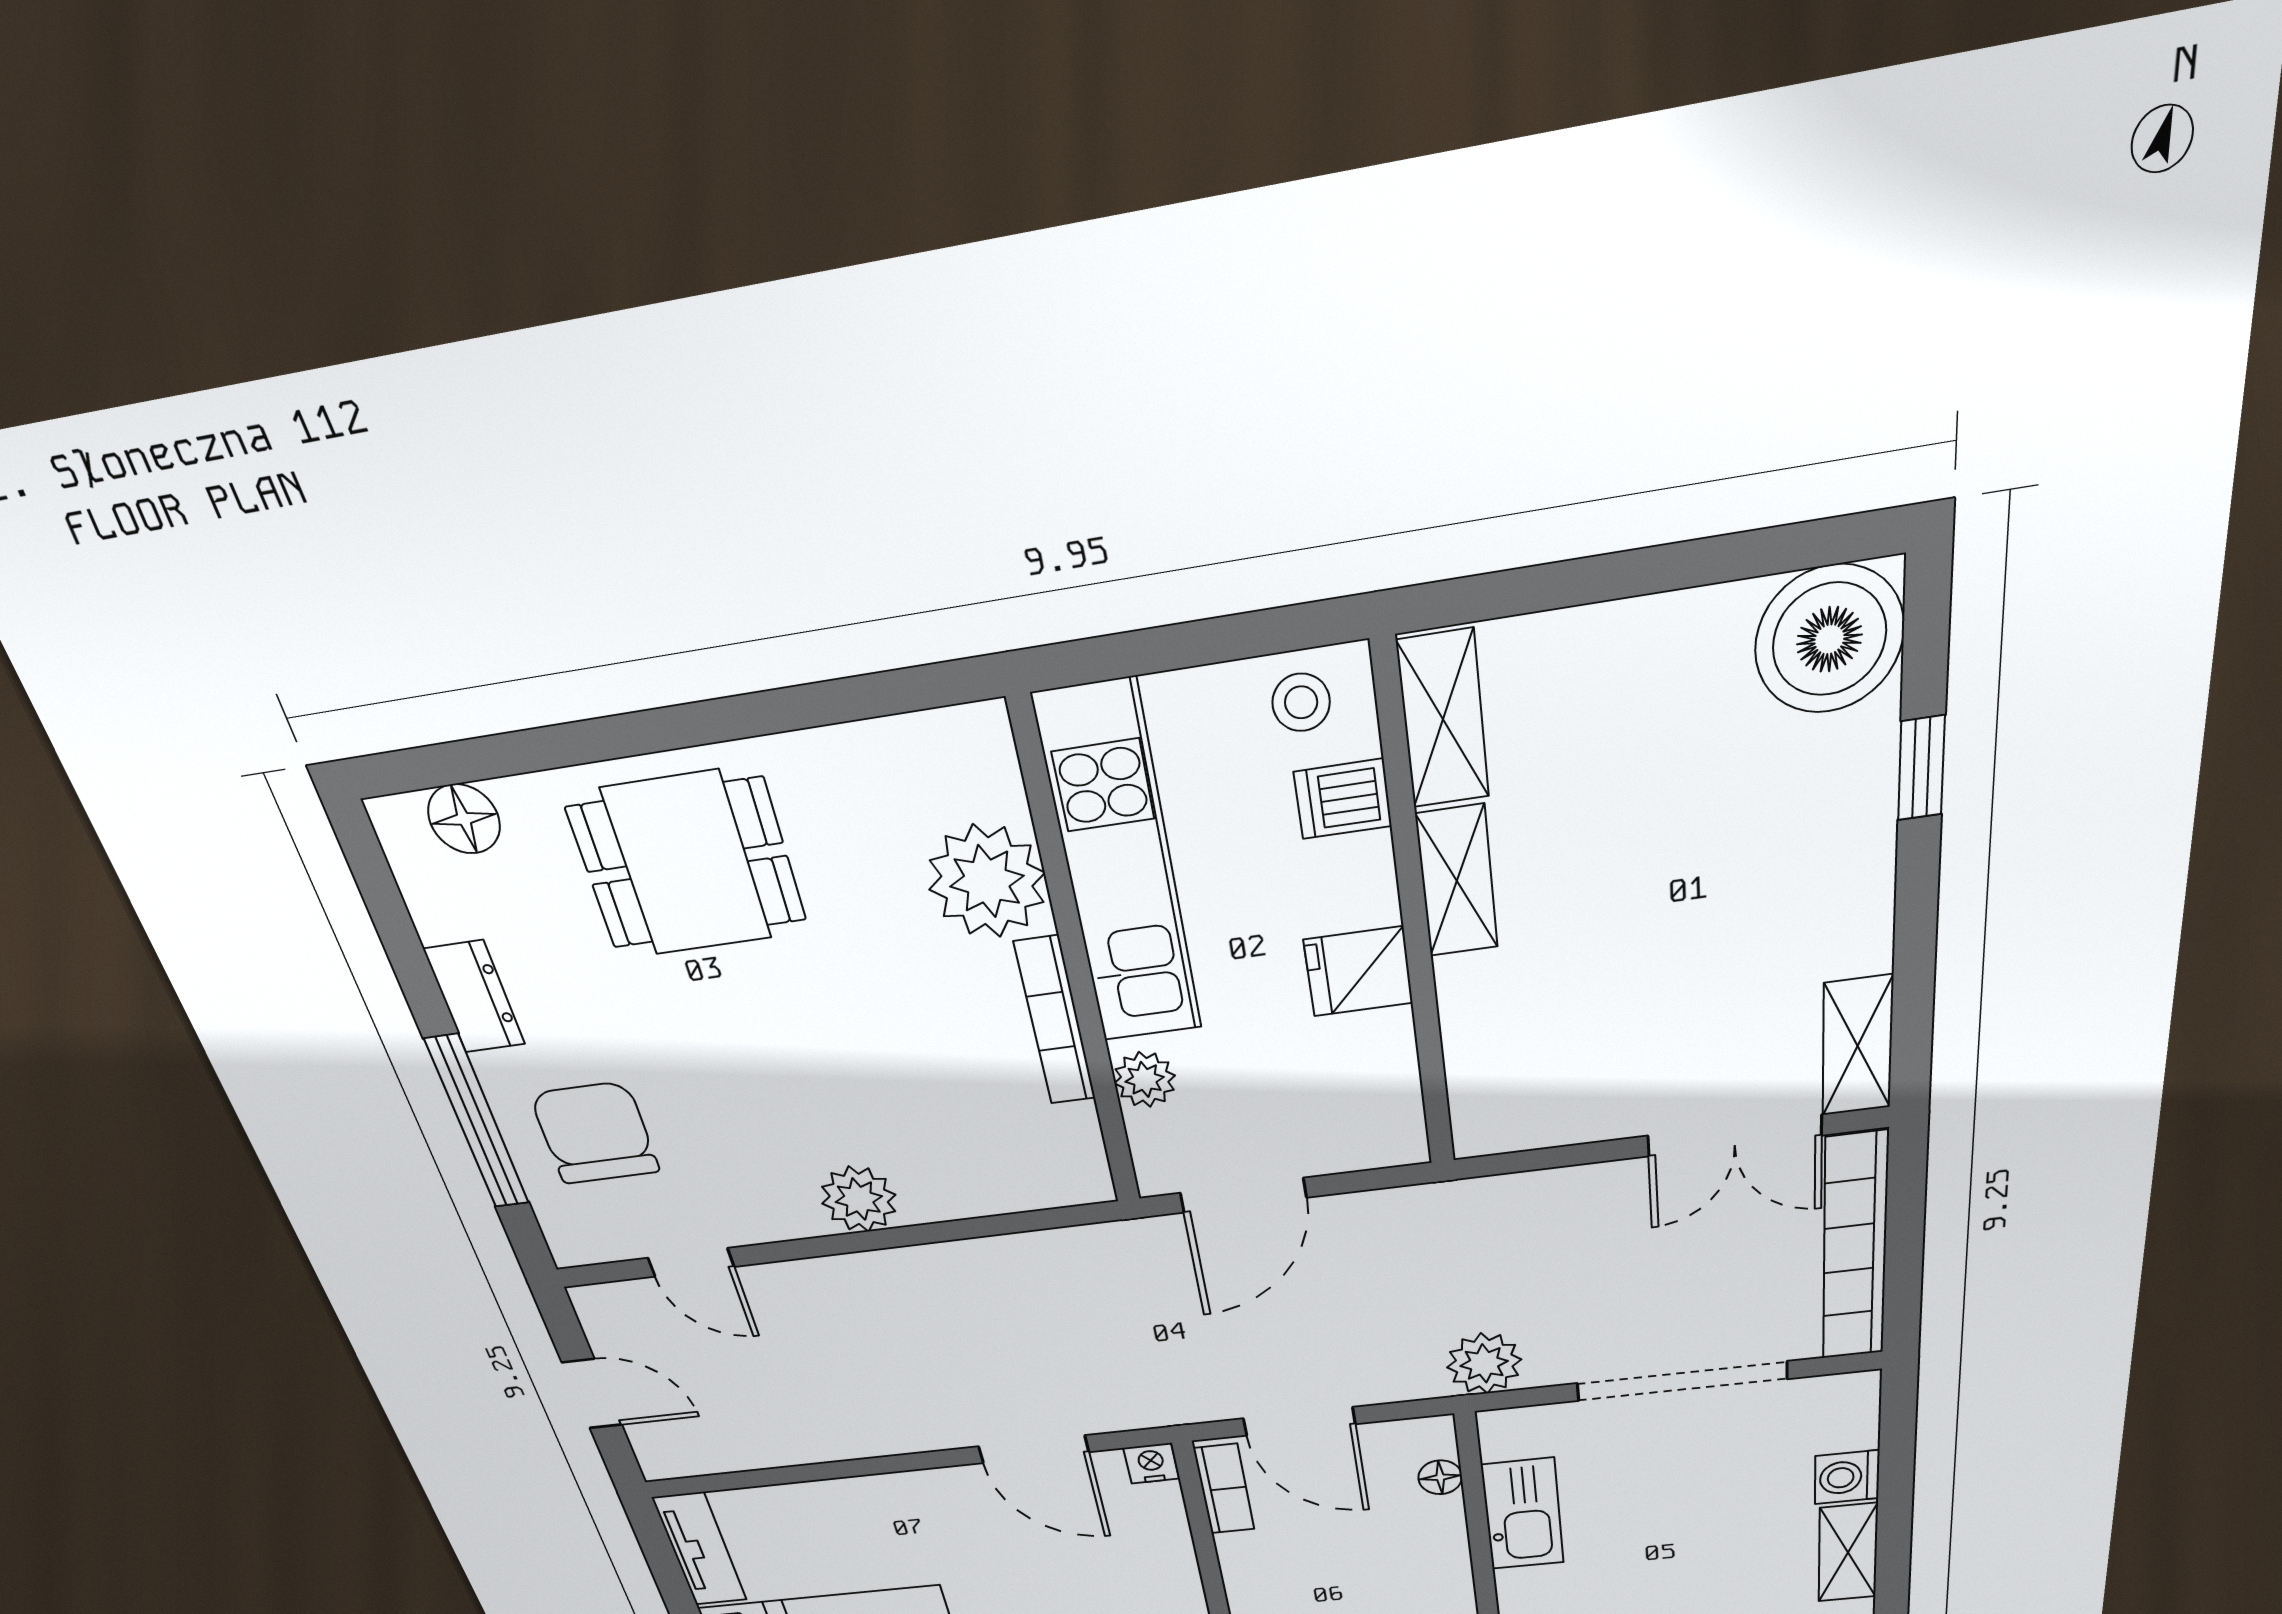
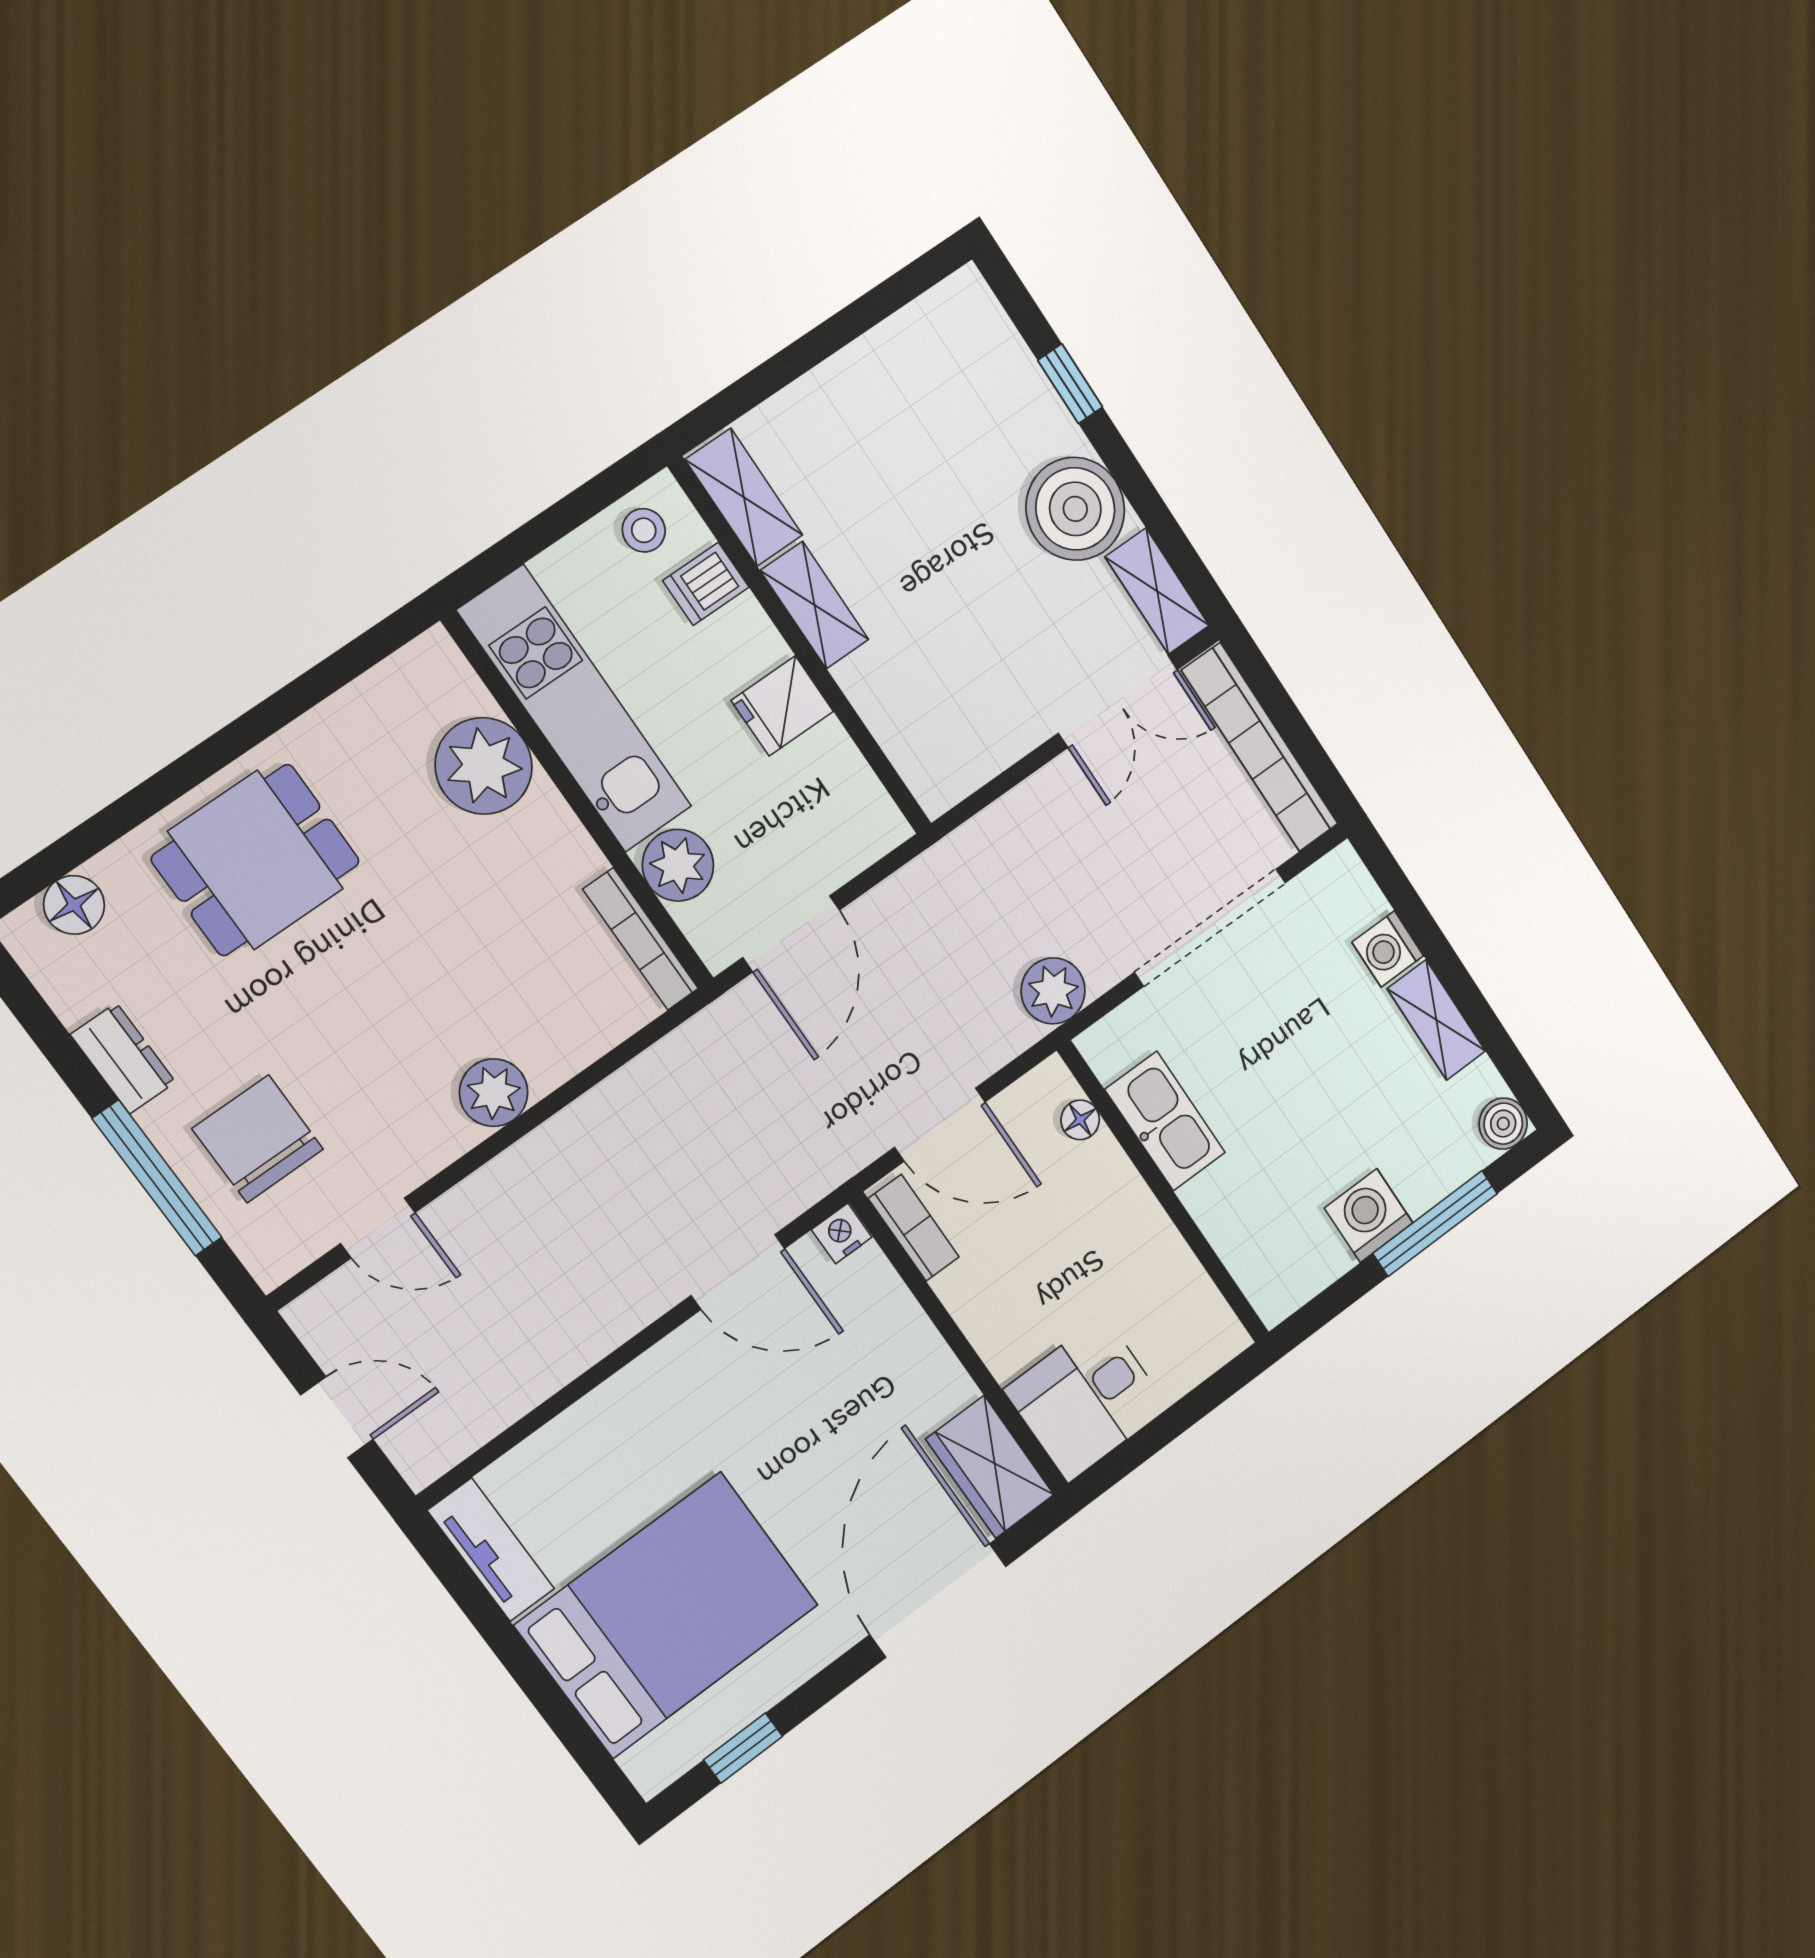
boiler: (1829, 639) -> (1075, 509), moved
bookcase: (1055, 1021) -> (641, 939), moved
plant: (1145, 1079) -> (678, 865), width x1.38, depth x1.38

